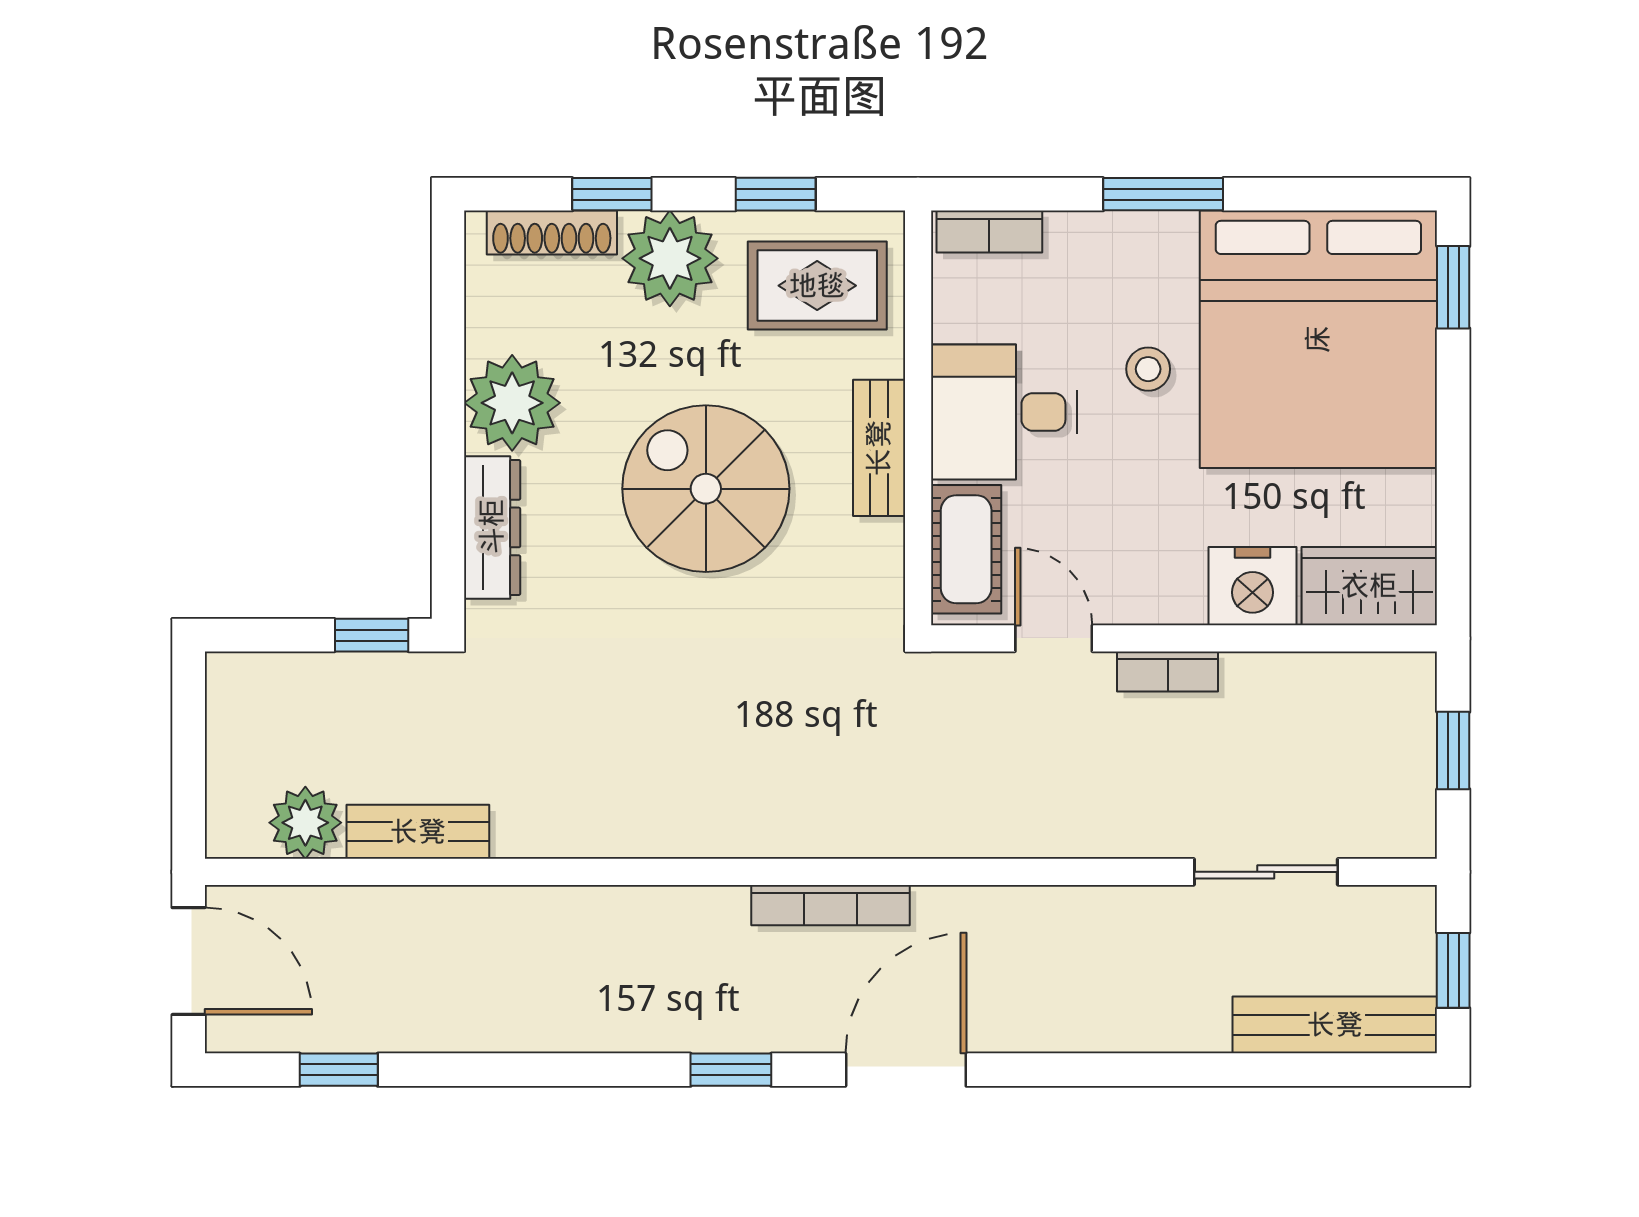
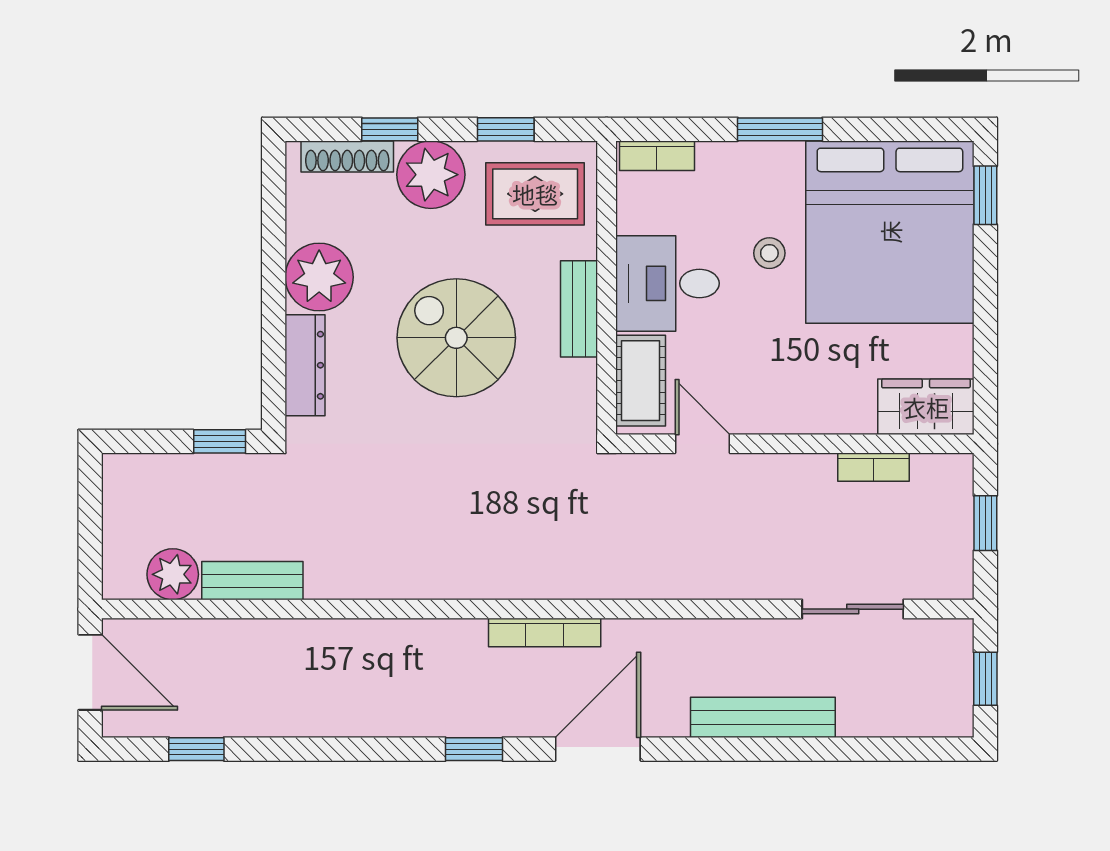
nightstand: (1253, 586) -> (843, 407), removed
bookcase: (1168, 671) -> (873, 467), moved
bench: (1335, 1025) -> (763, 717), moved

